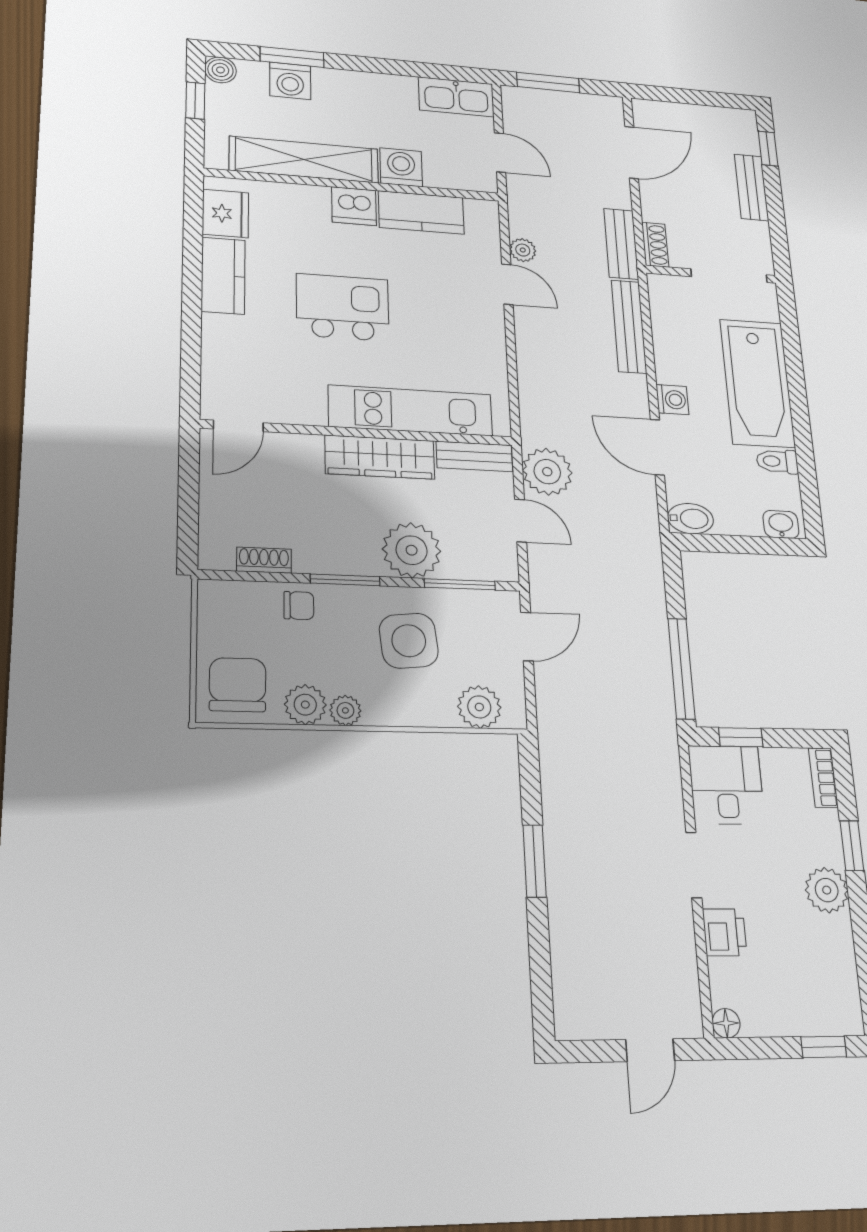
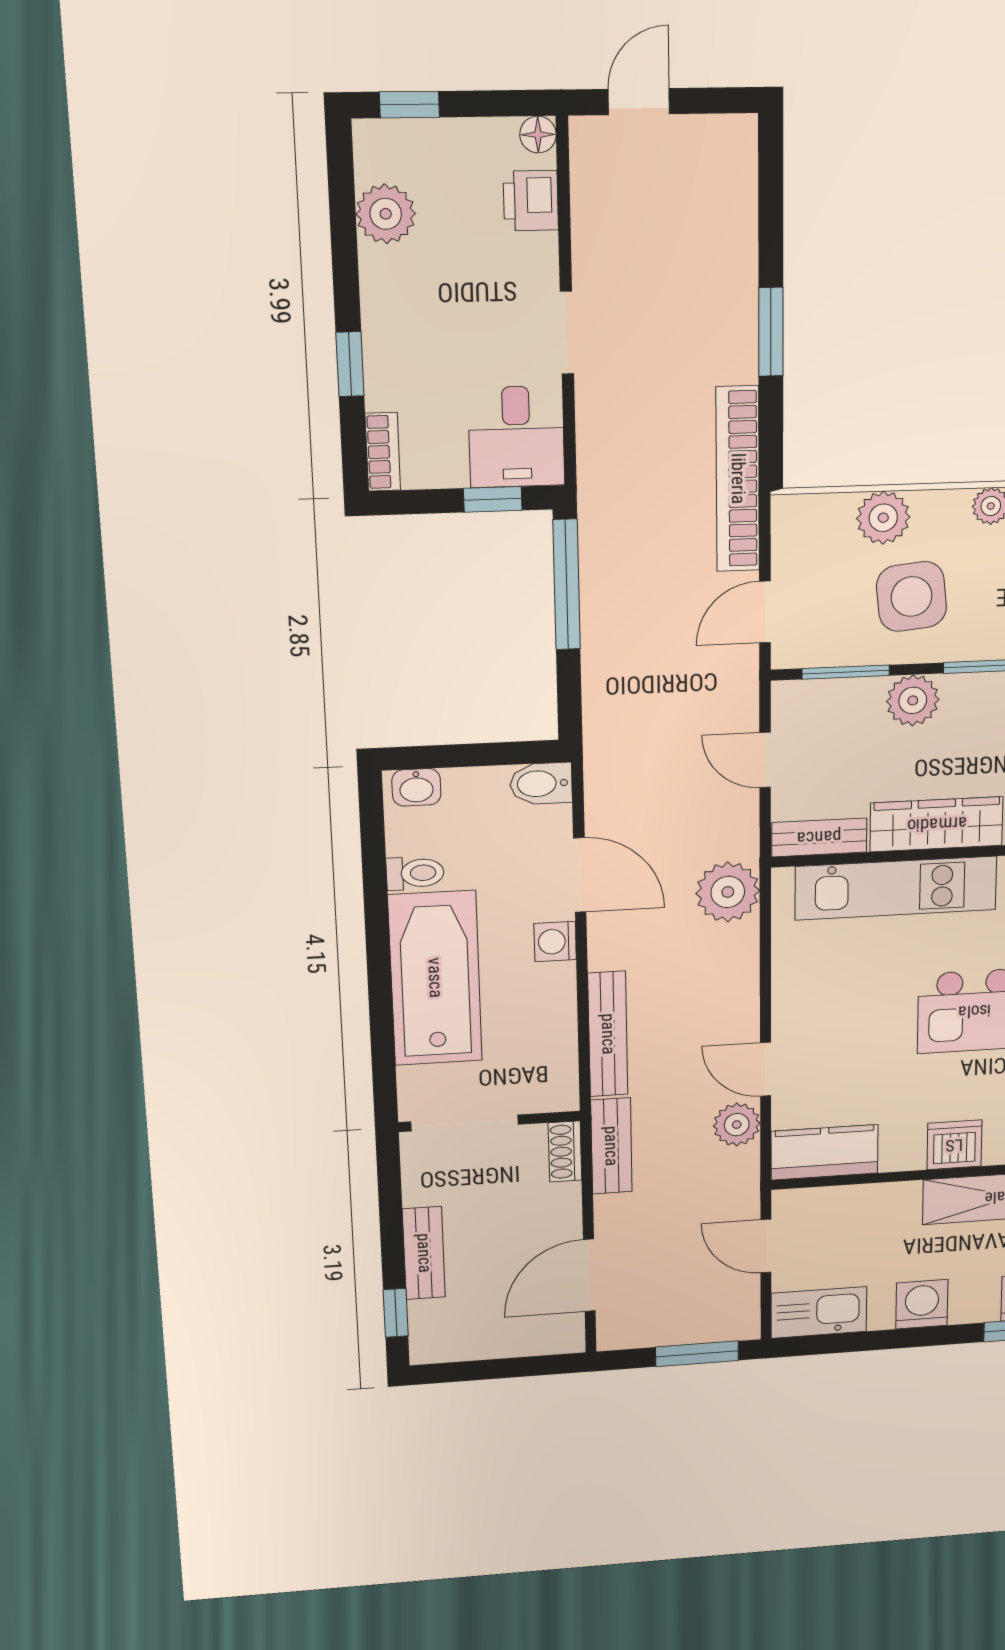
washing machine: (401, 167) -> (922, 1304), moved, turned 180
kitchen counter: (421, 212) -> (824, 1152), moved
plant: (523, 250) -> (737, 1125), width x1.38, depth x1.38
plant: (547, 472) -> (728, 892), moved
plant: (412, 550) -> (913, 700), width x0.73, depth x0.73
plant: (479, 707) -> (883, 518), moved
bookcase: (554, 743) -> (738, 479), added
plant: (827, 890) -> (386, 214), moved
printer: (725, 932) -> (531, 201), moved

